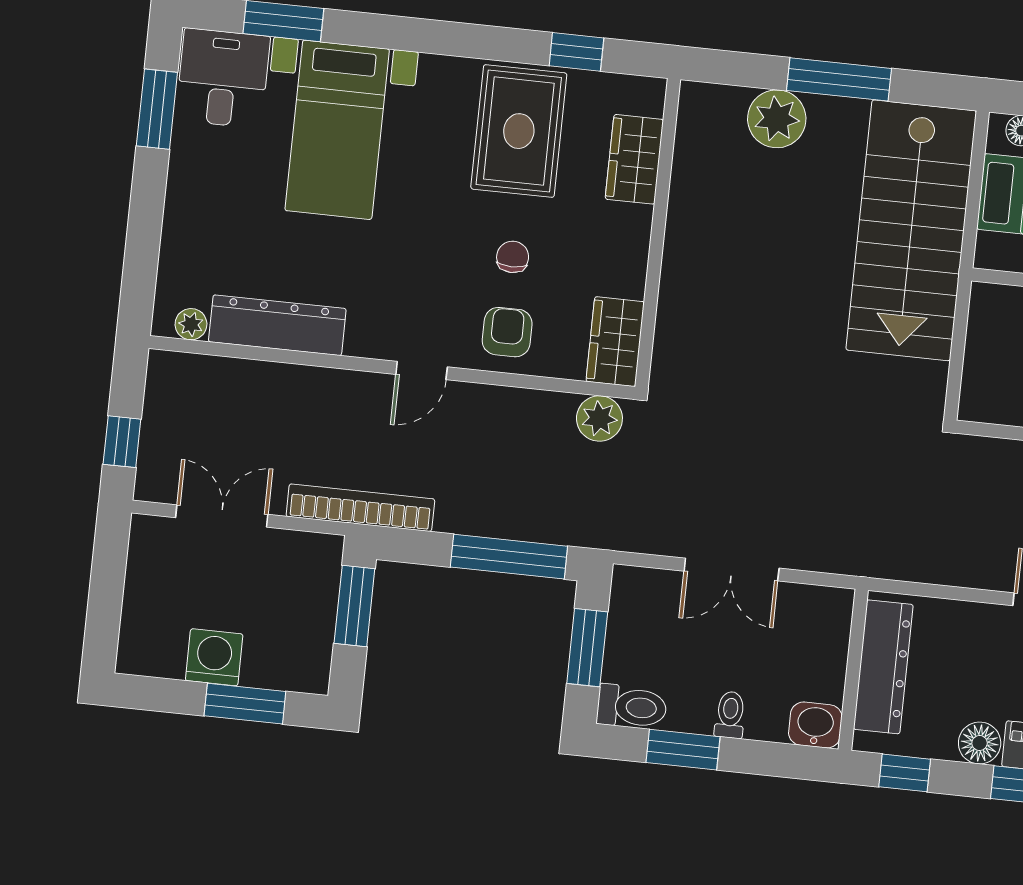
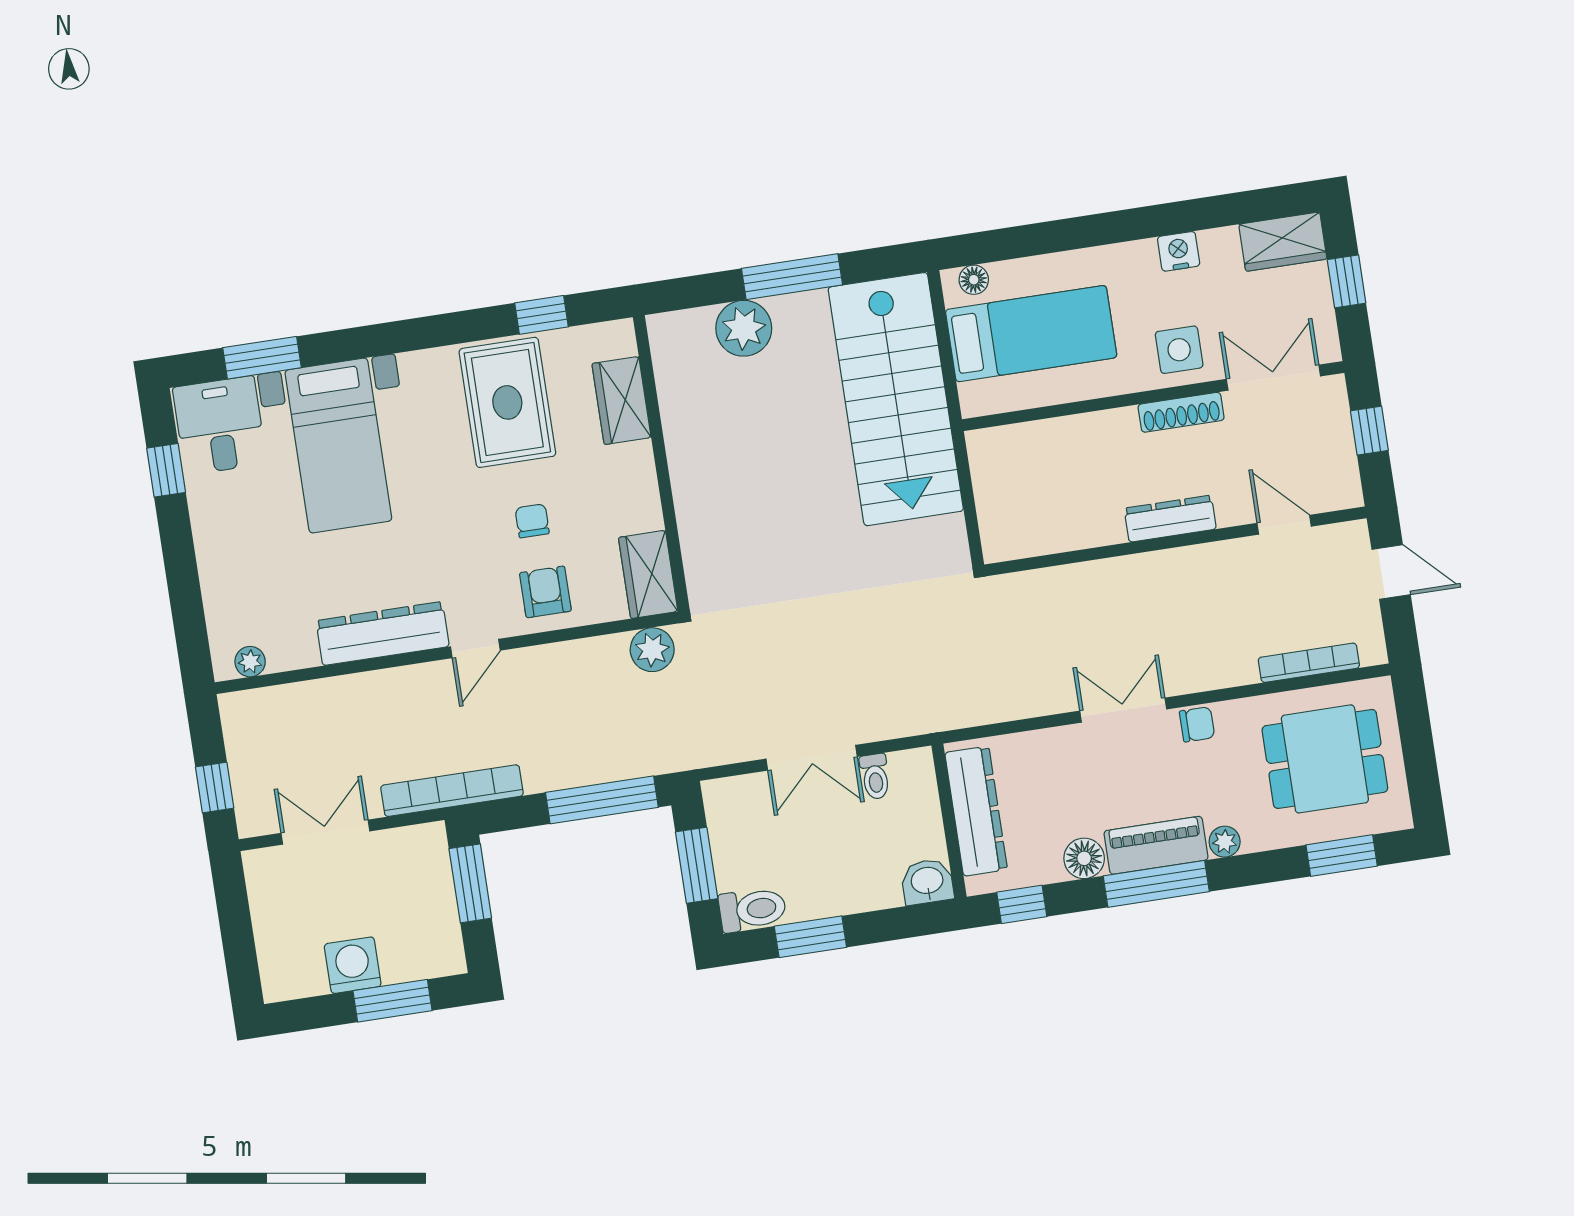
window: (157, 109) -> (166, 470), width x0.67
dresser: (277, 325) -> (383, 634), moved
toilet: (730, 715) -> (875, 776), moved, turned 180

